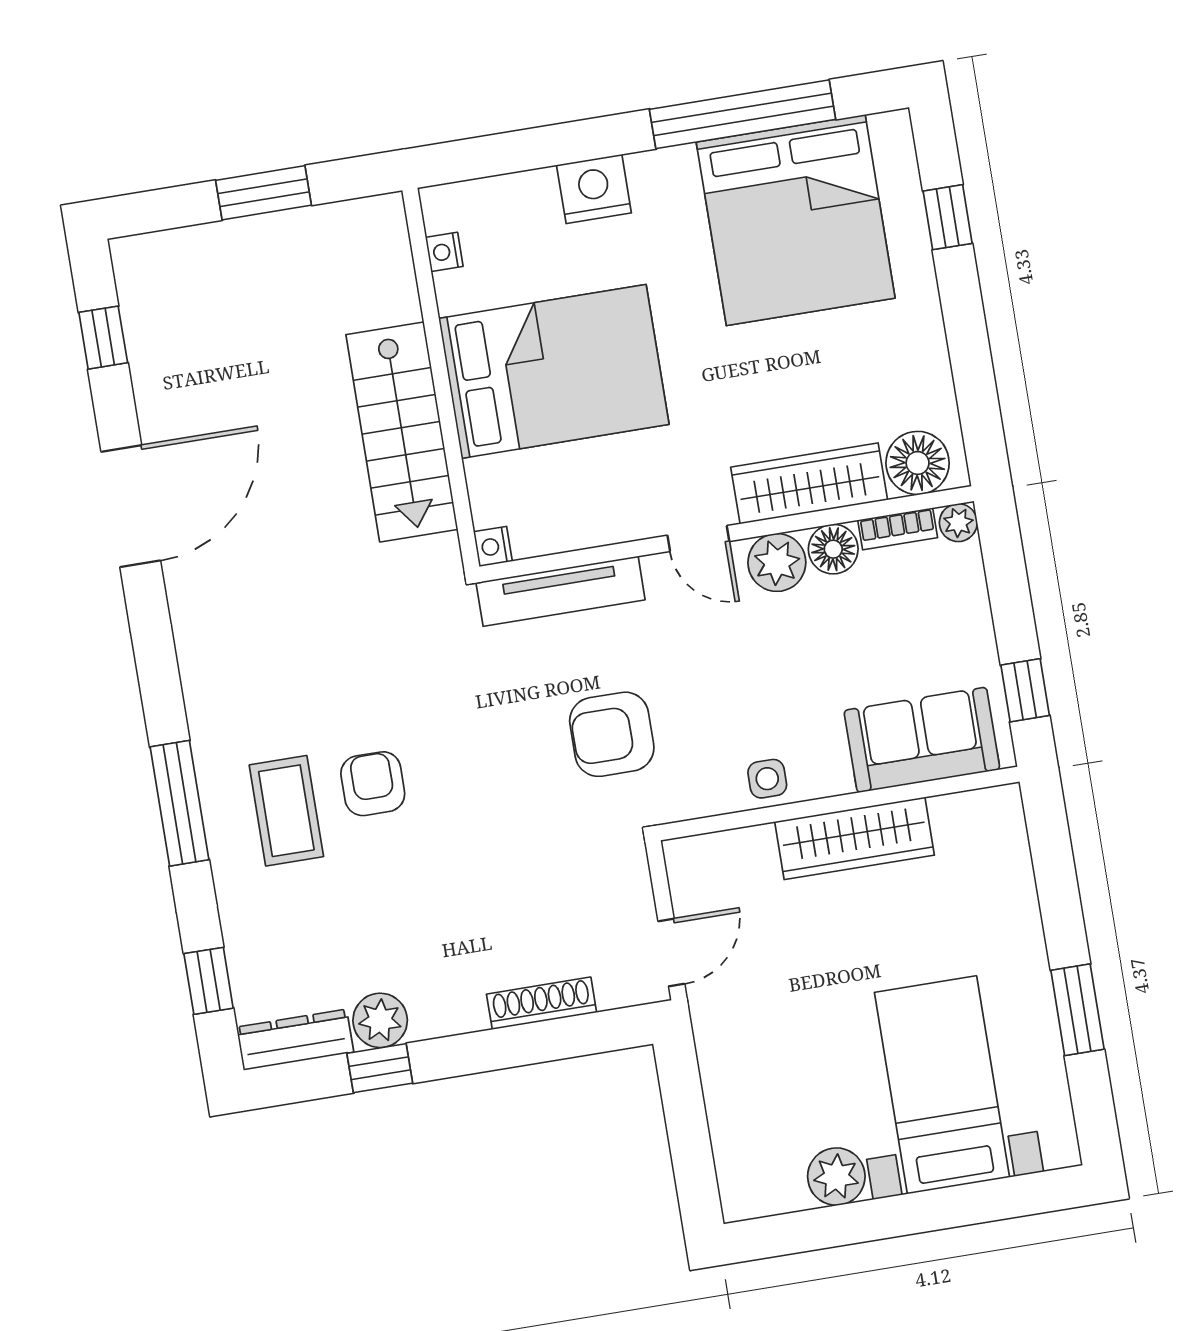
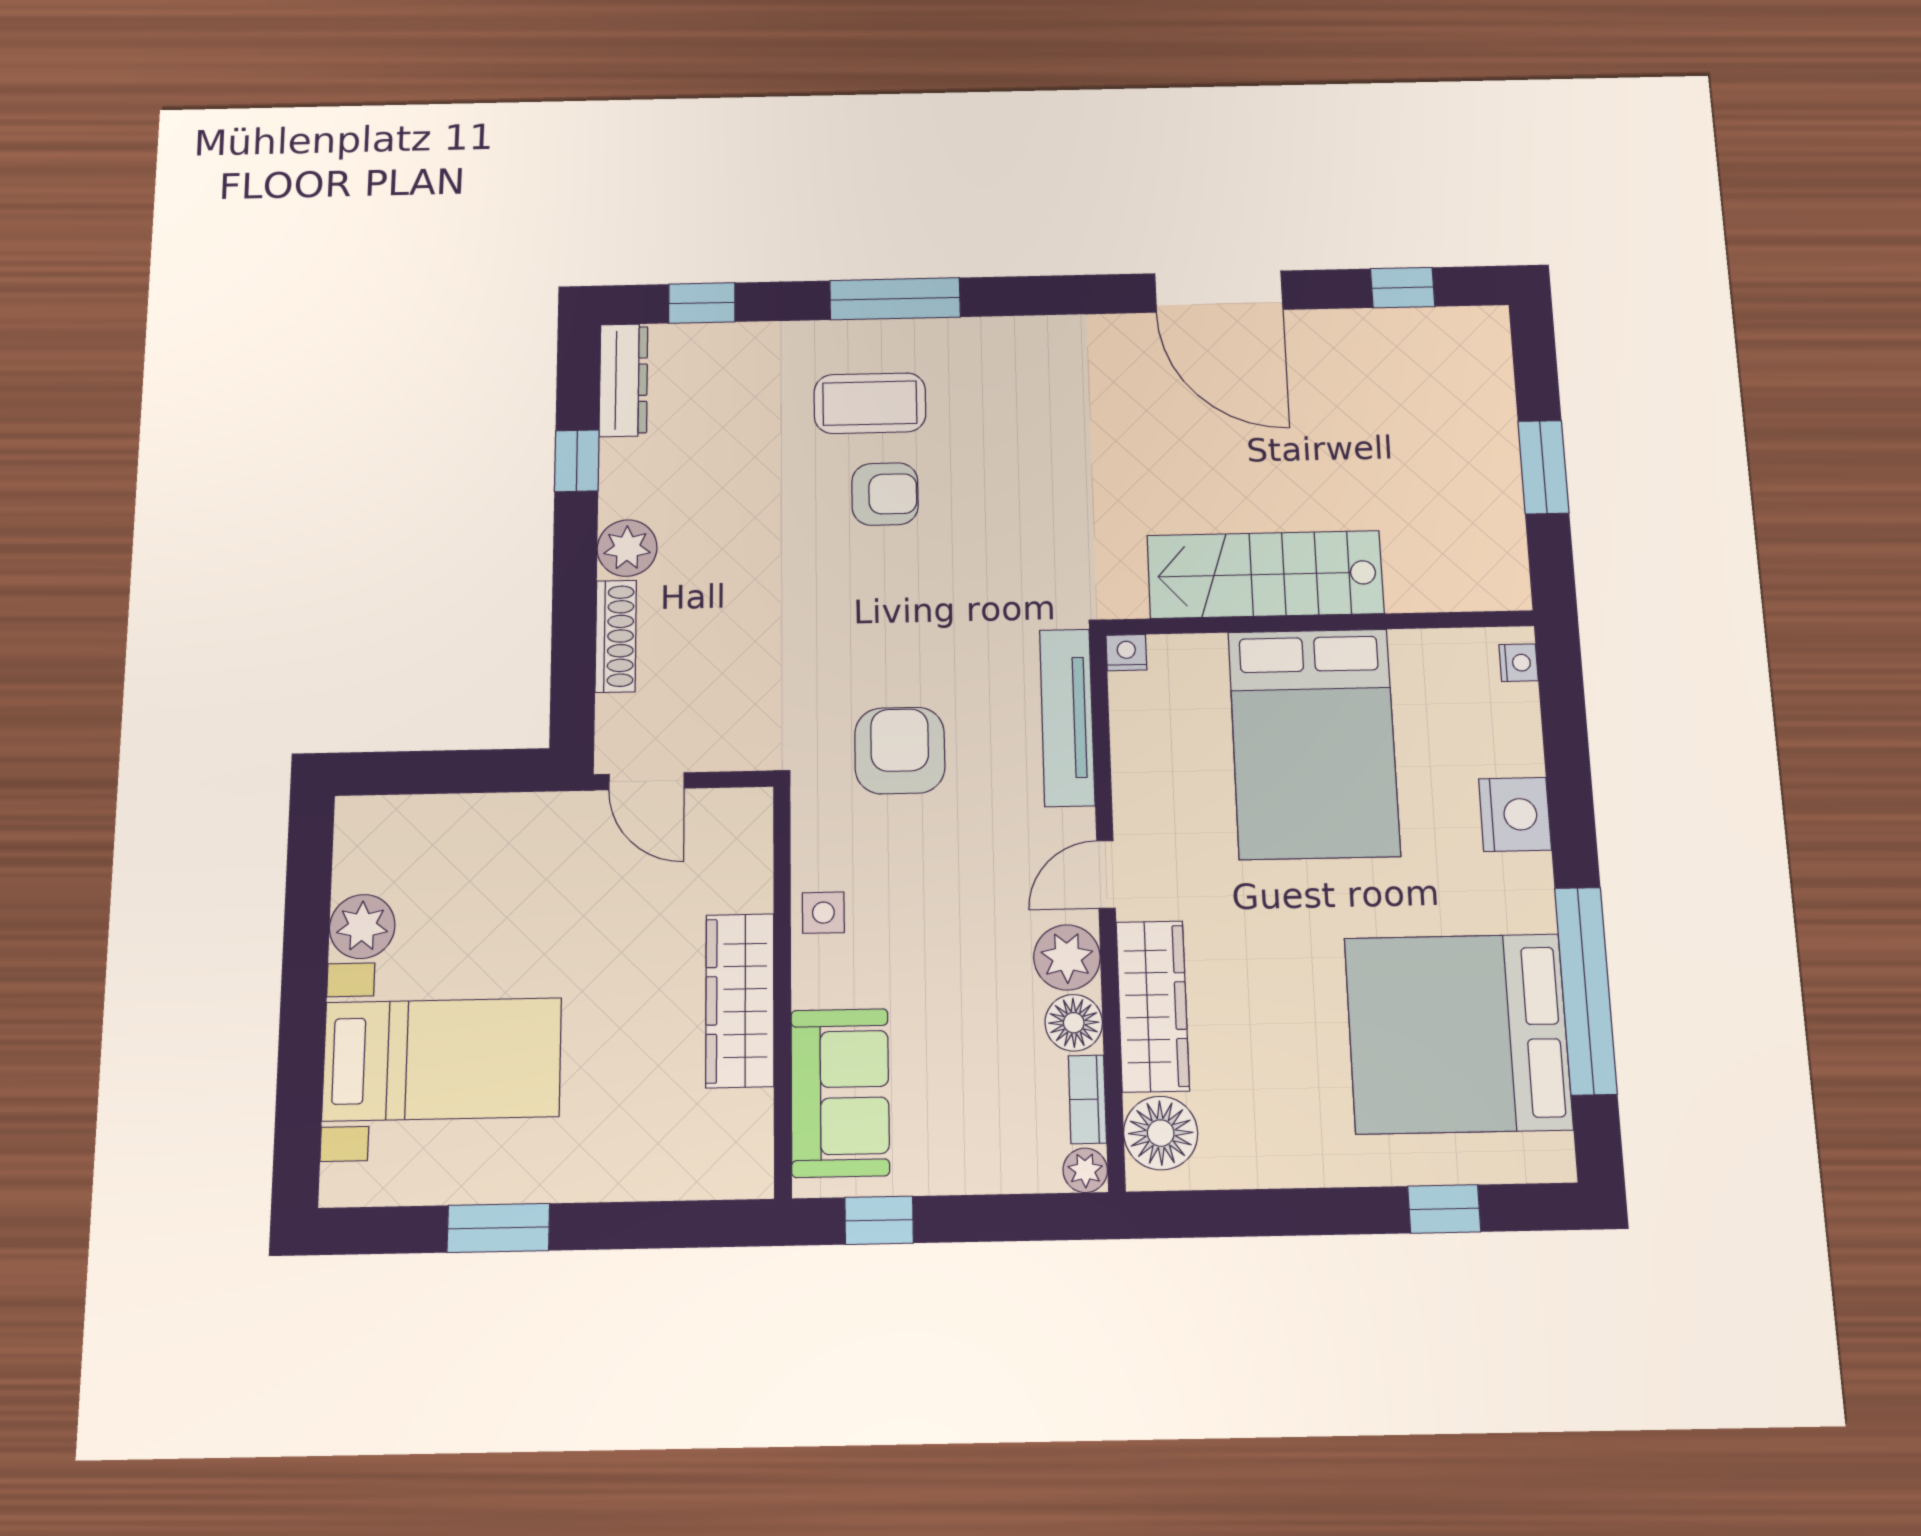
nightstand: (444, 252) -> (1519, 663), moved, turned 90
plant: (380, 1020) -> (627, 548), moved

